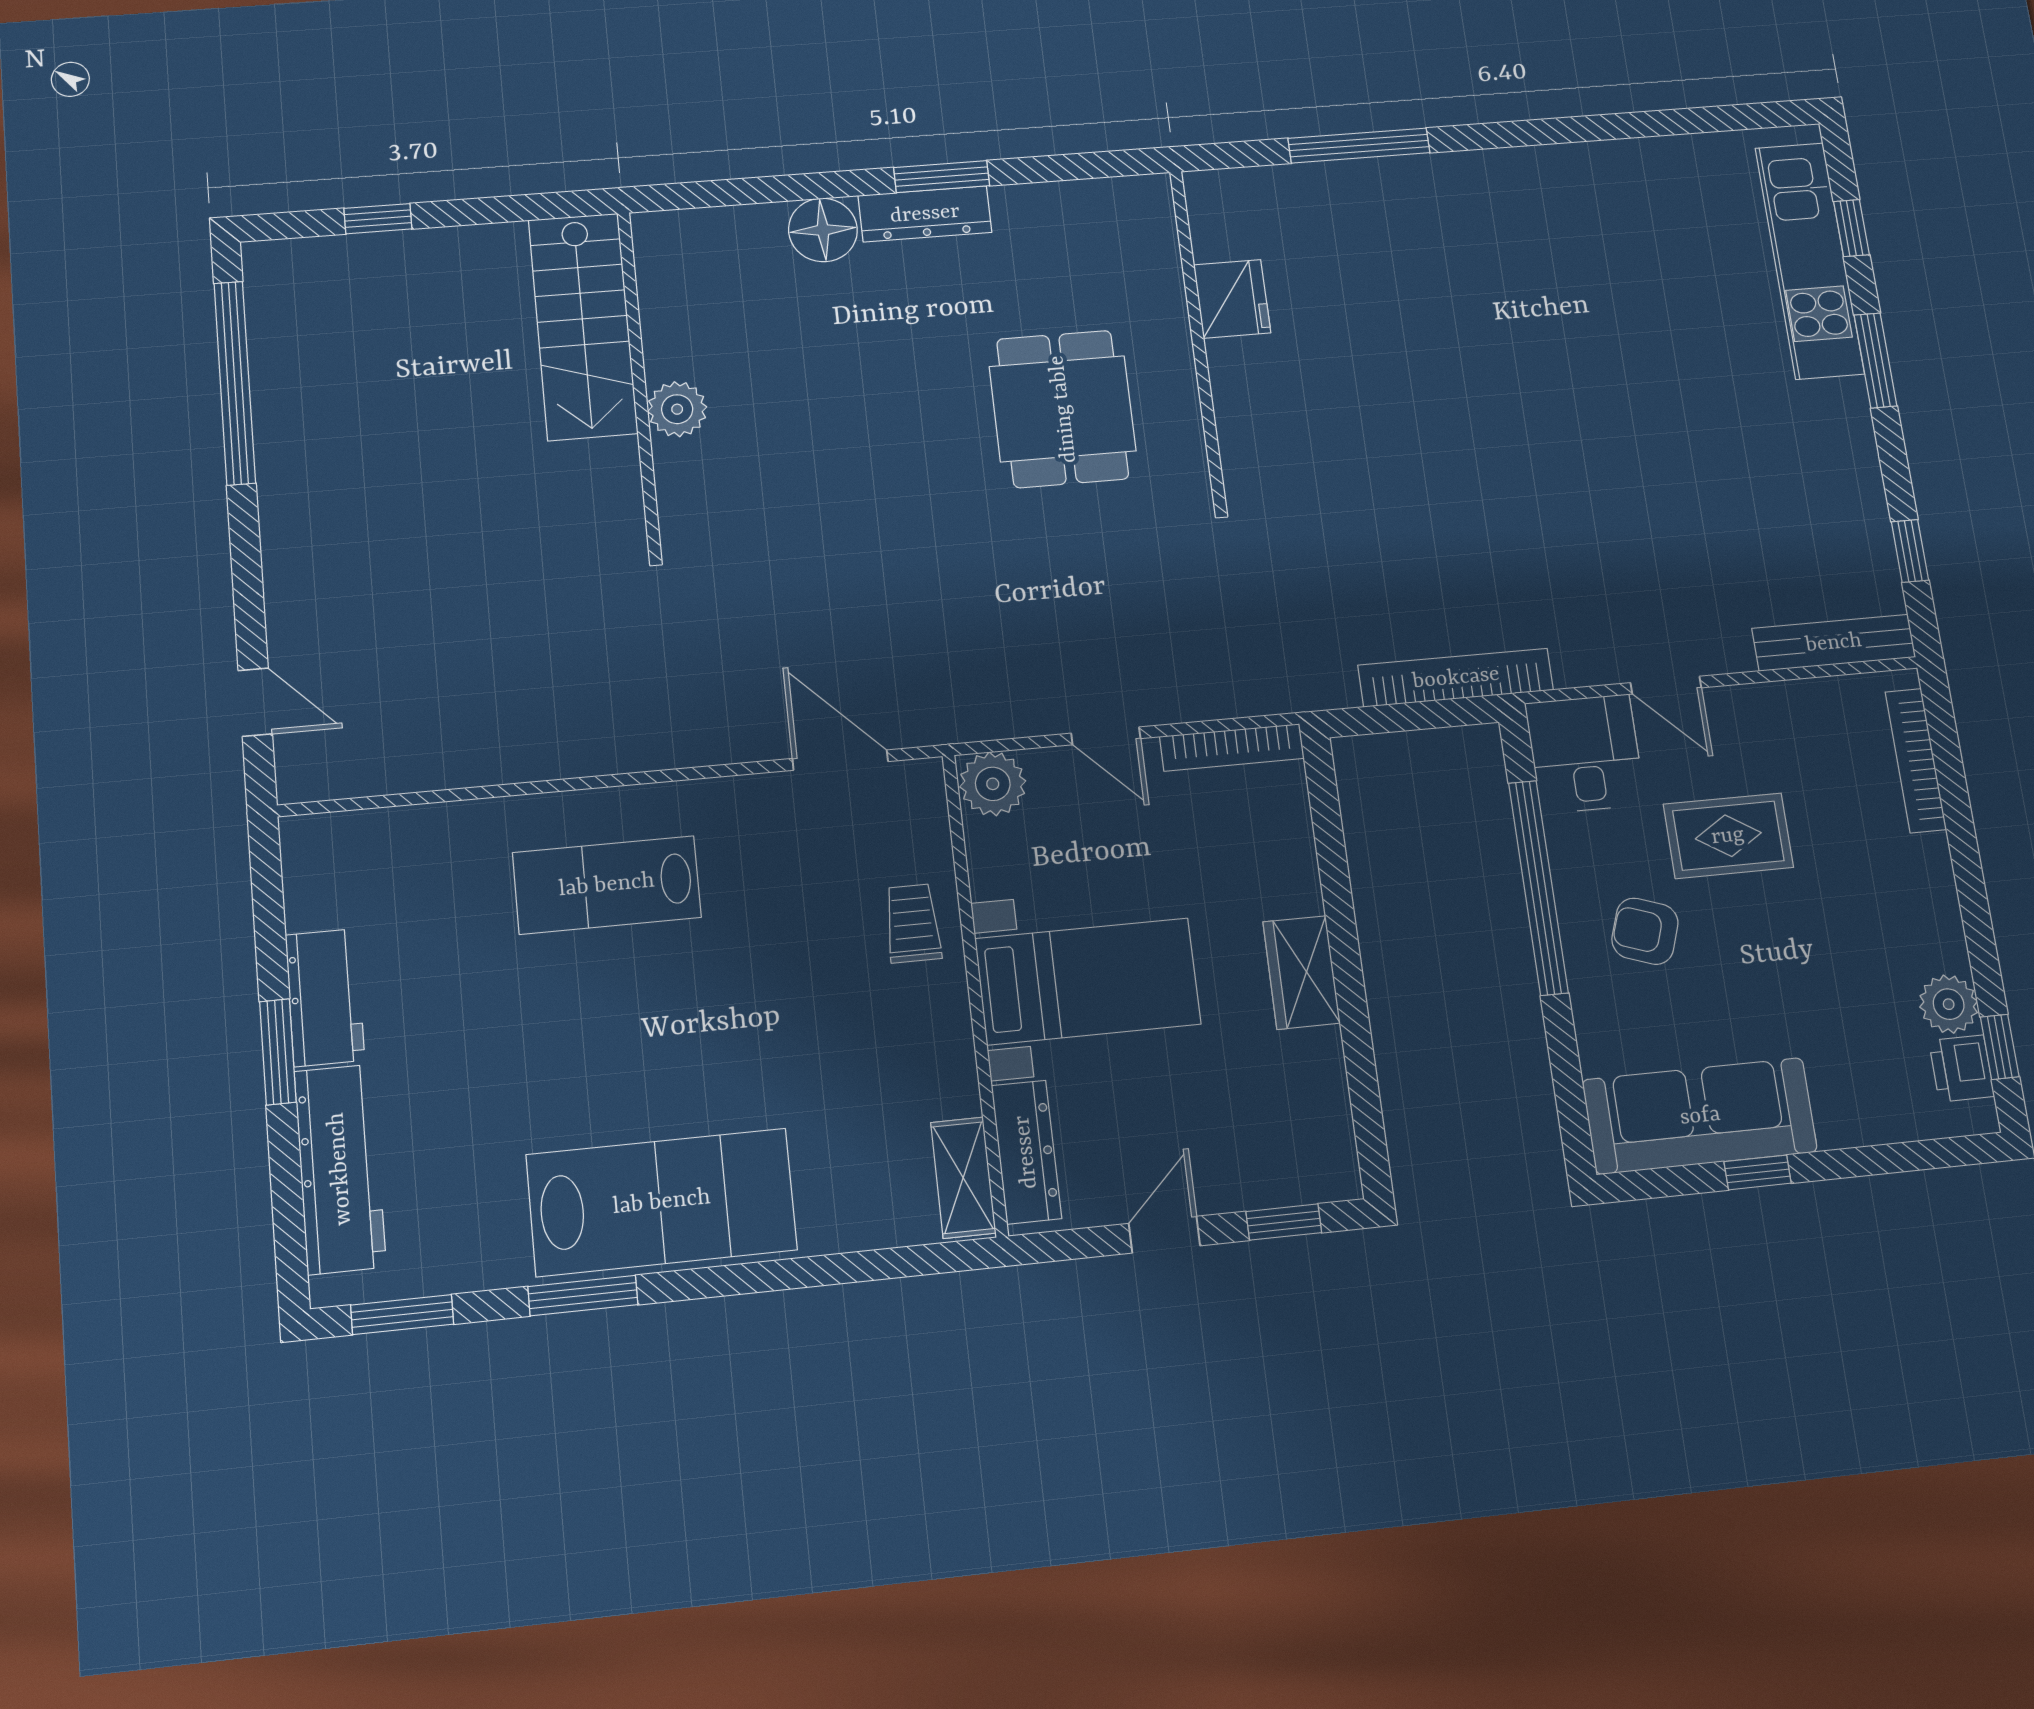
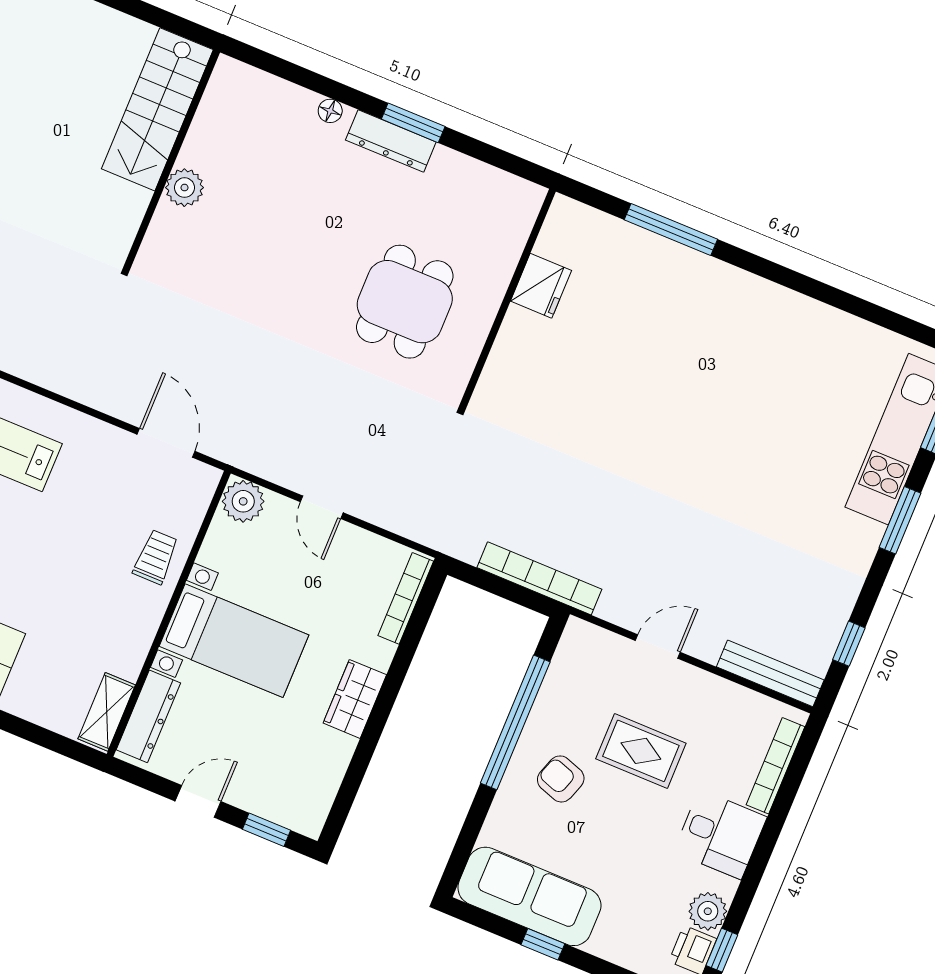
floor lamp: (823, 230) -> (330, 111), width x0.53, depth x0.53
door: (1666, 685) -> (658, 646), swing flipped
bookcase: (1232, 748) -> (406, 598), moved, turned 90
desk: (1585, 754) -> (720, 834), moved, turned 90

